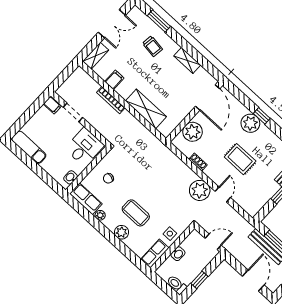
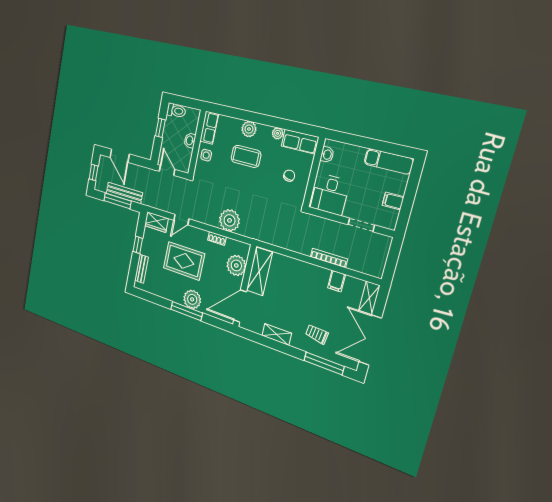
window: (159, 21) -> (324, 363), width x1.44
double door: (112, 24) -> (370, 340), width x1.37
door: (208, 97) -> (240, 306), hinge flipped
filing cabinet: (52, 105) -> (393, 201), moved
shelving: (146, 109) -> (259, 271), moved, turned 90
window: (262, 116) -> (187, 311), width x2.17
rug: (240, 159) -> (184, 261), width x1.36, depth x1.43
plant: (200, 190) -> (229, 220), moved
door: (223, 194) -> (181, 220), hinge flipped
wardrobe: (248, 205) -> (156, 222), added
door: (213, 242) -> (167, 170), swing flipped

